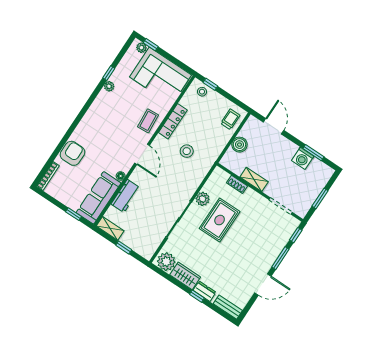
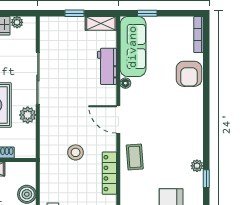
plant: (166, 262) -> (17, 22), width x0.53, depth x0.53

